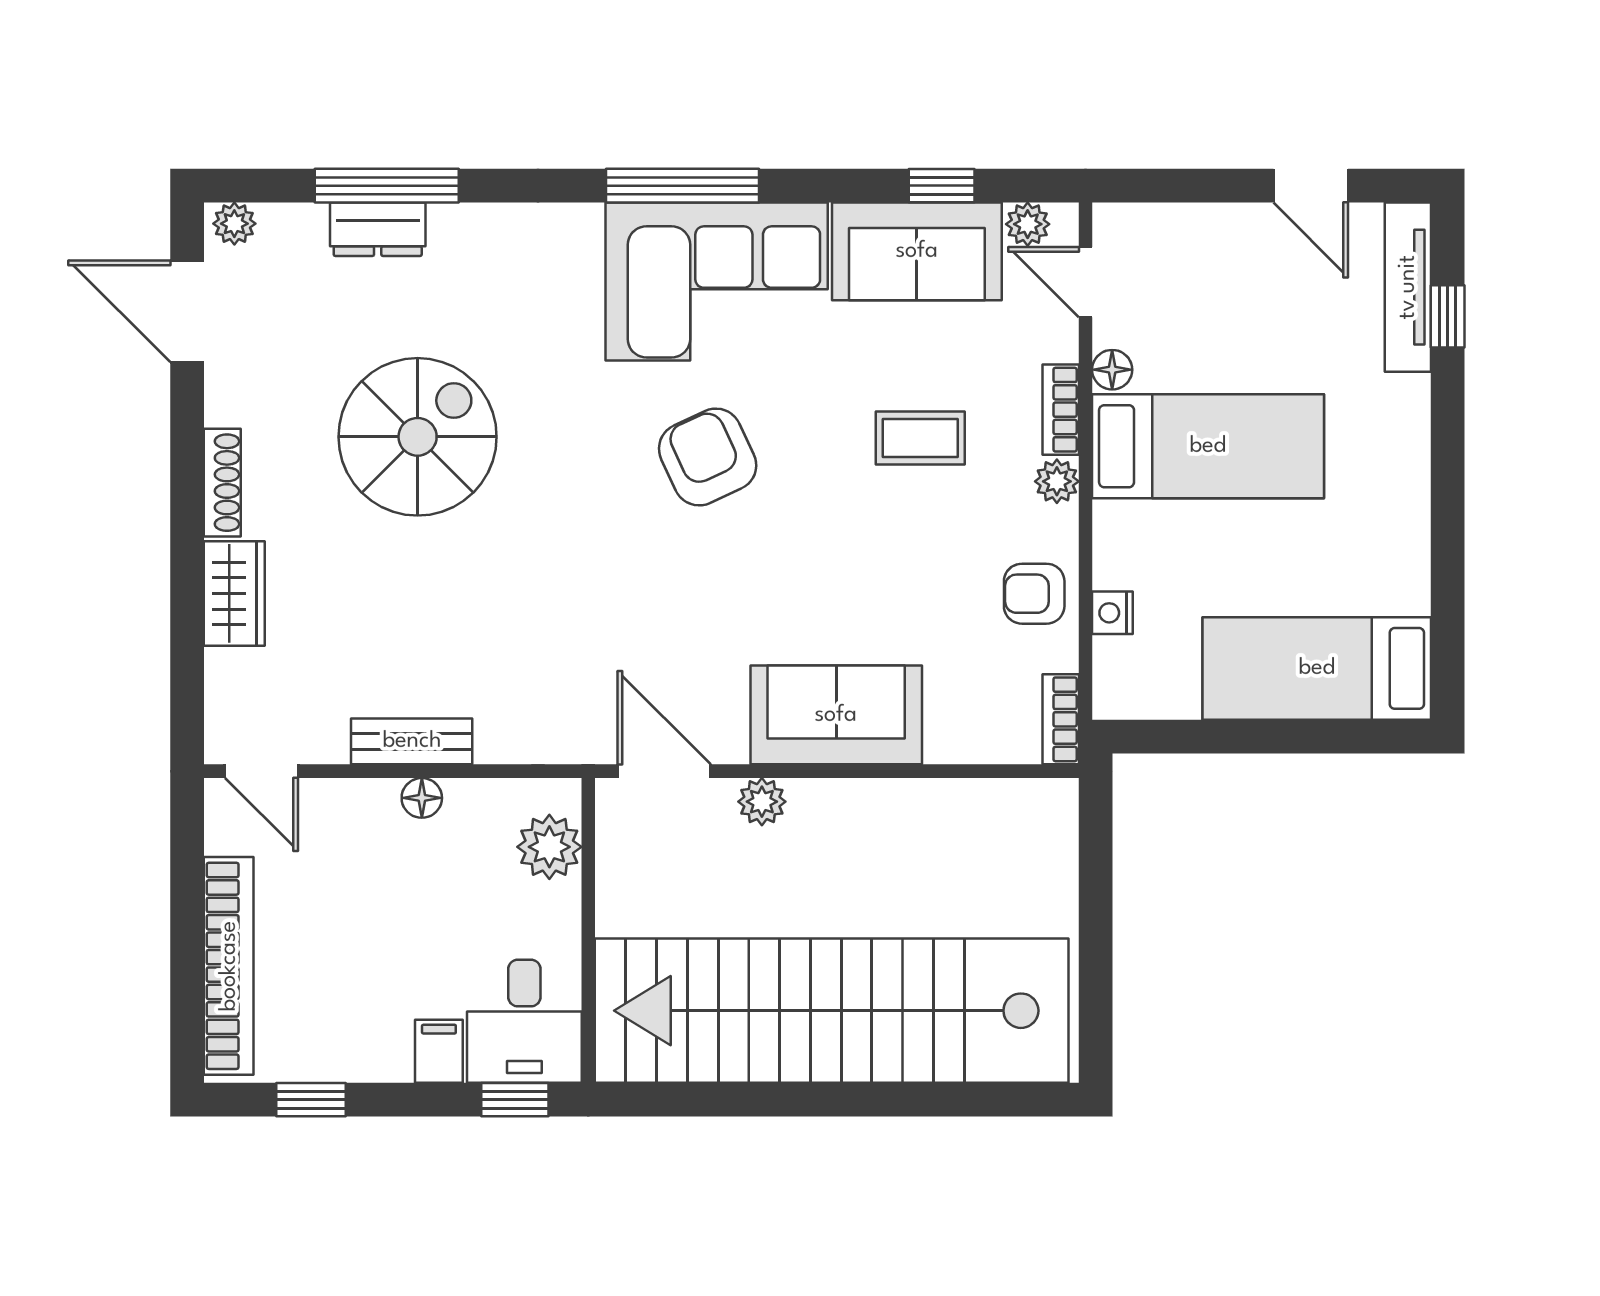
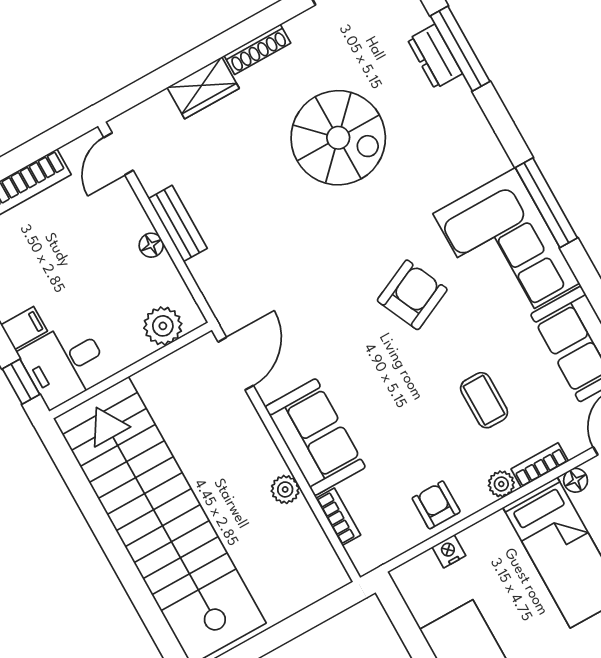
bookcase: (1061, 719) -> (338, 517), moved, turned 90
plant: (762, 802) -> (285, 489), moved

